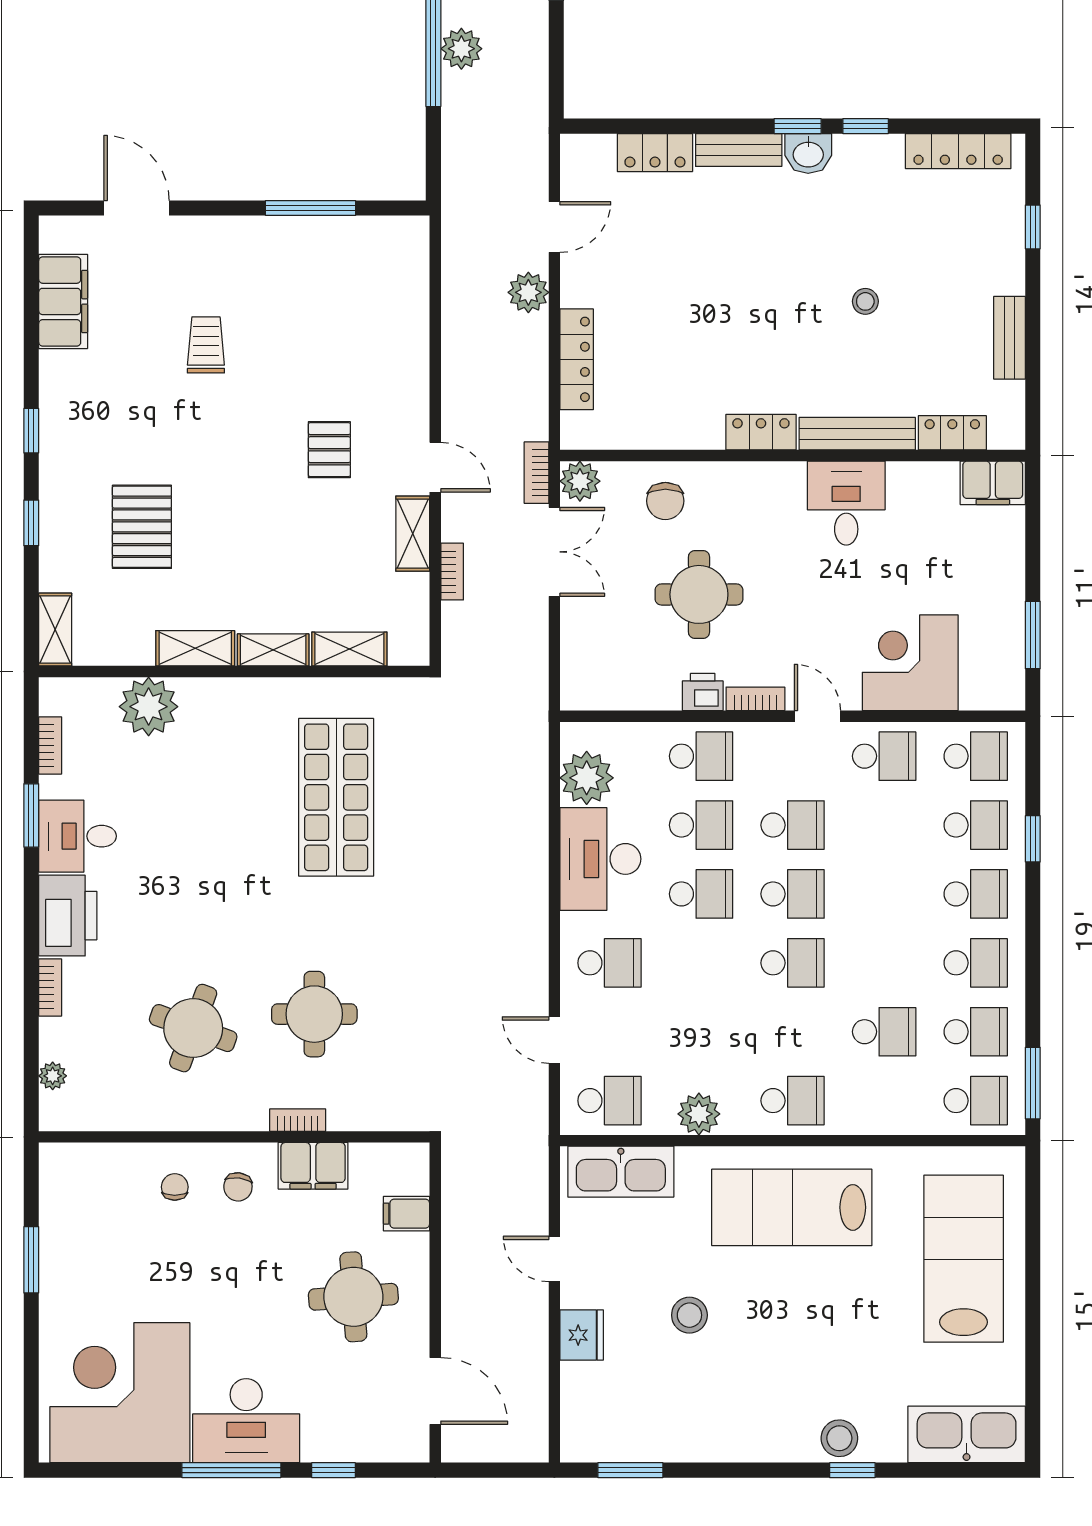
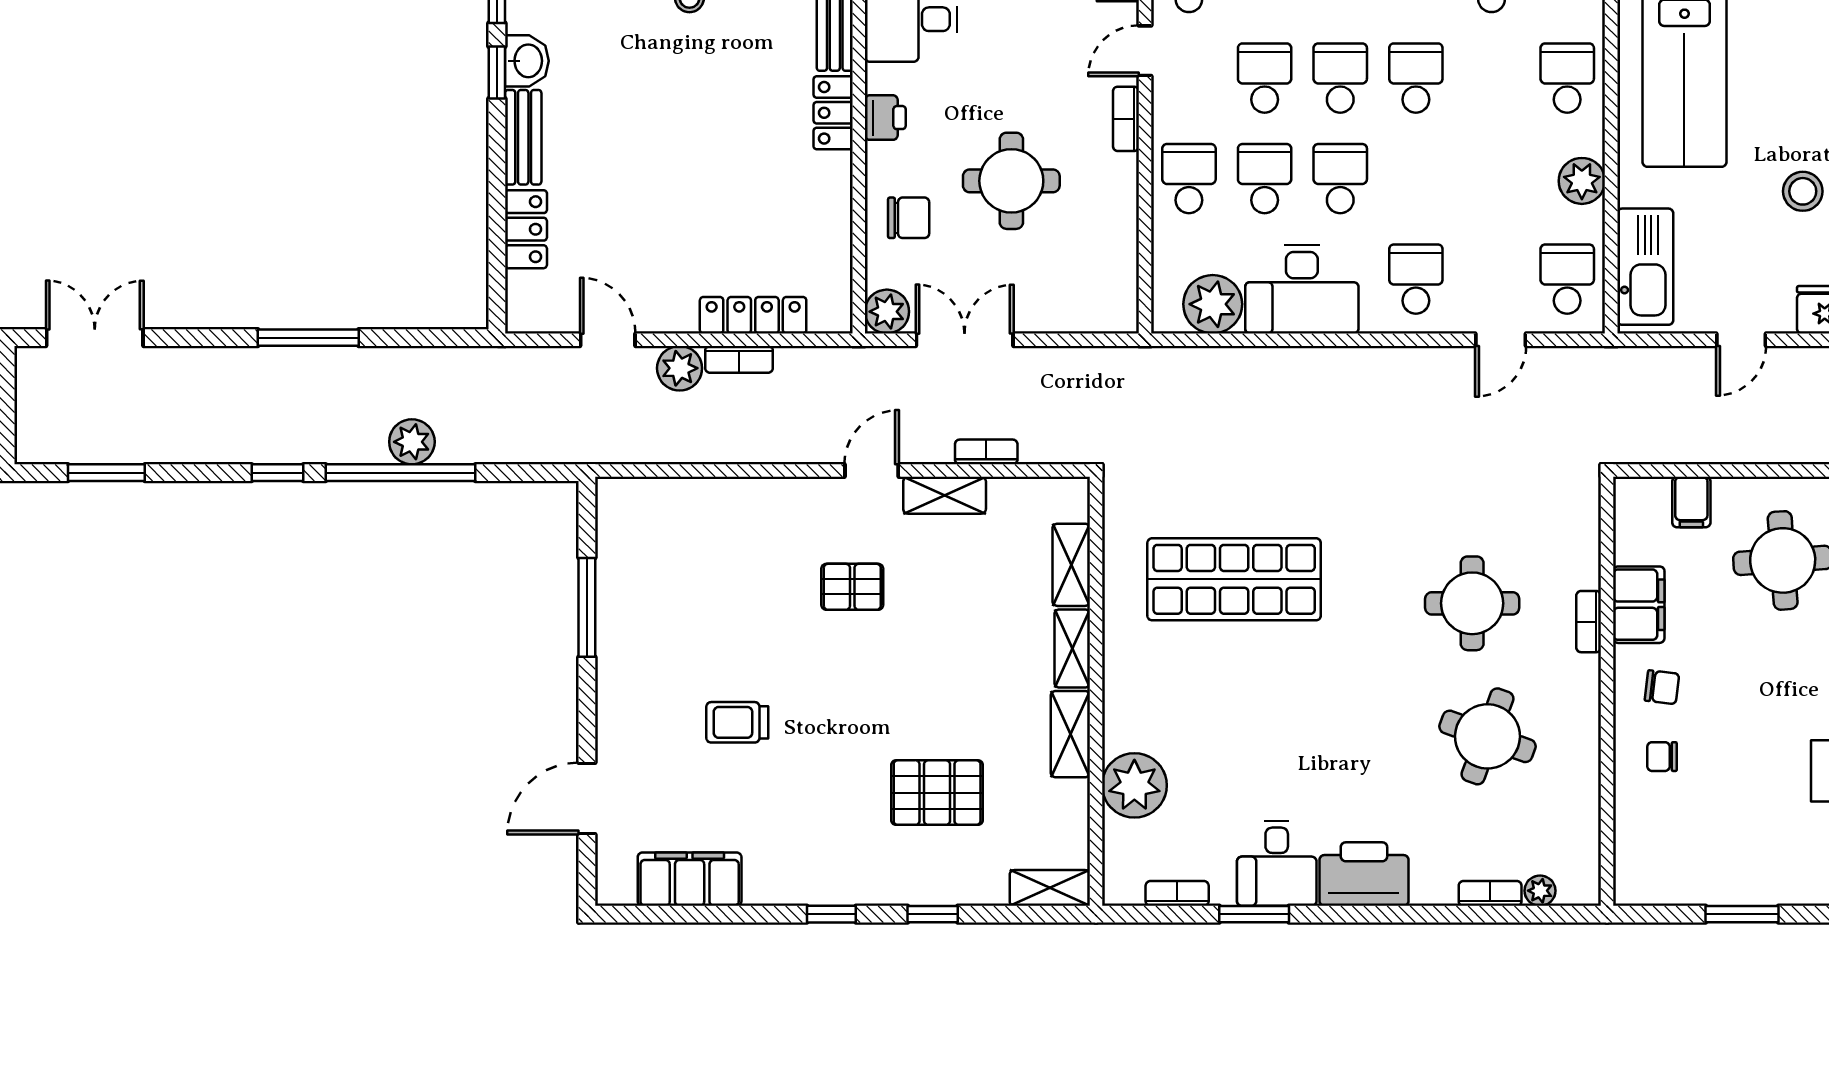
bookcase: (536, 473) -> (739, 359), moved
printer: (703, 692) -> (885, 118), moved, turned 180
bookcase: (50, 988) -> (1490, 893), moved

